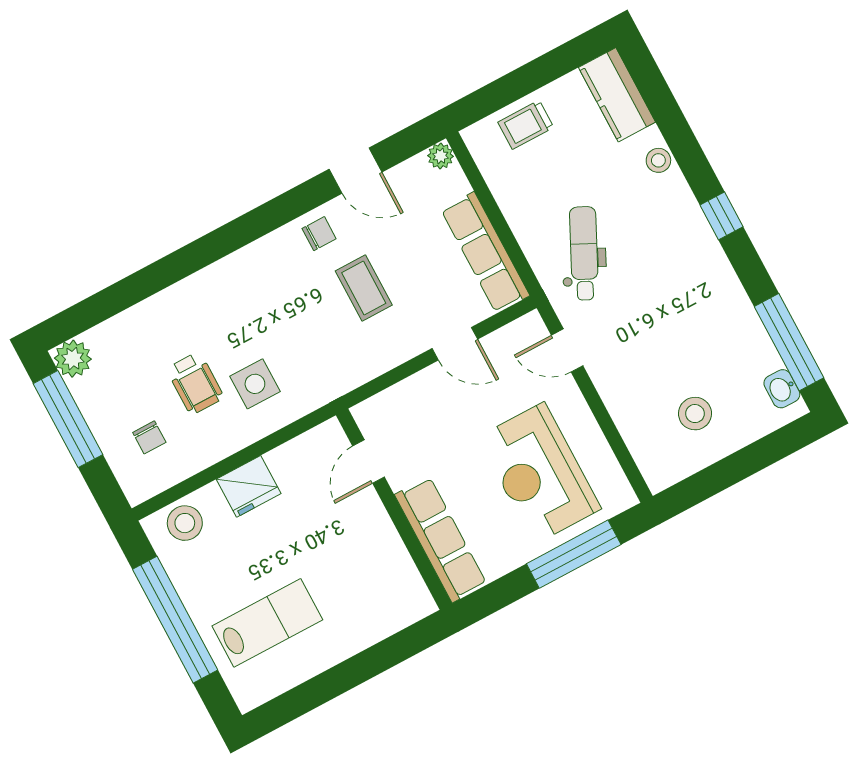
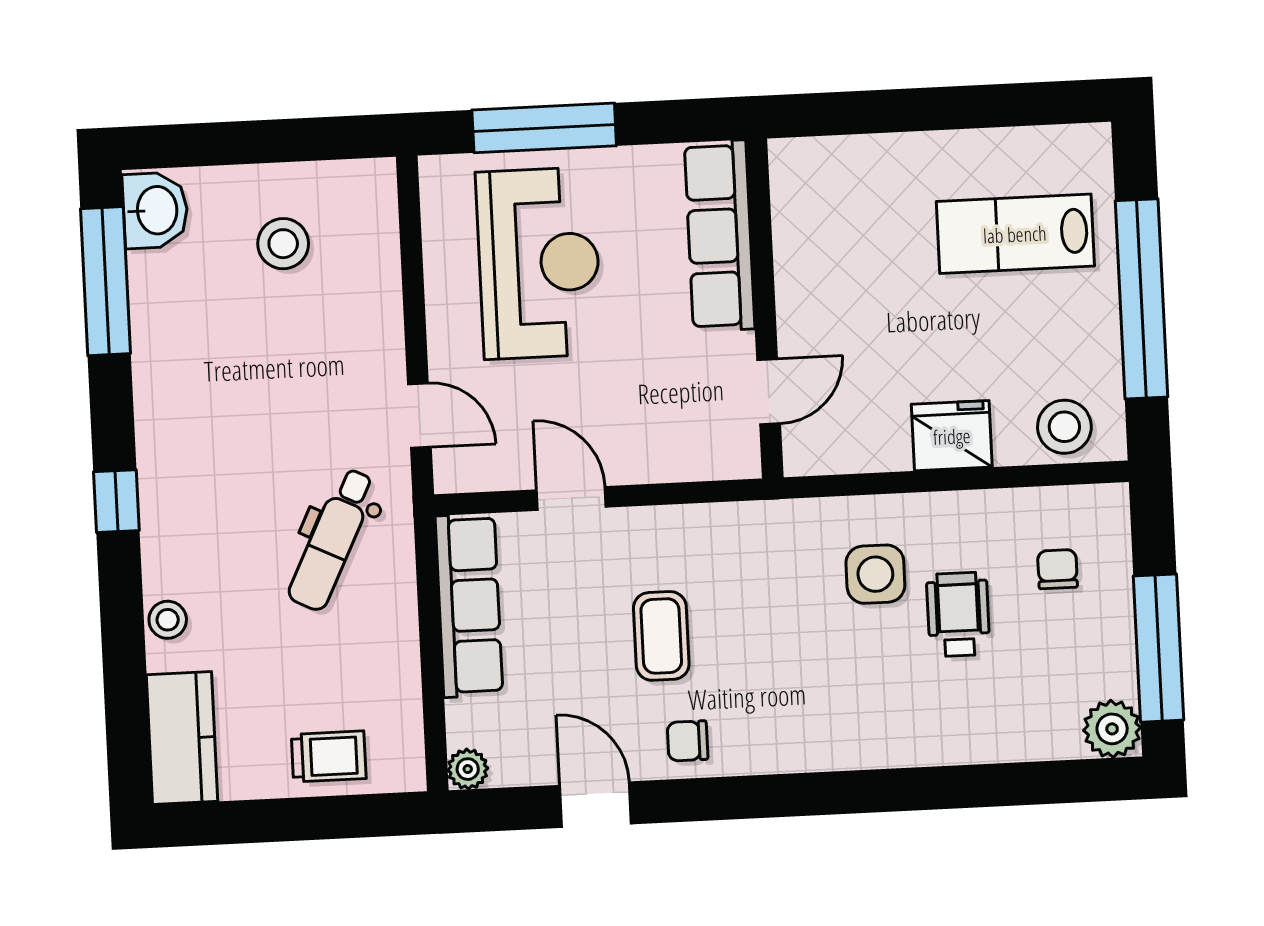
washbasin: (782, 389) -> (155, 210), width x1.38, depth x1.45

